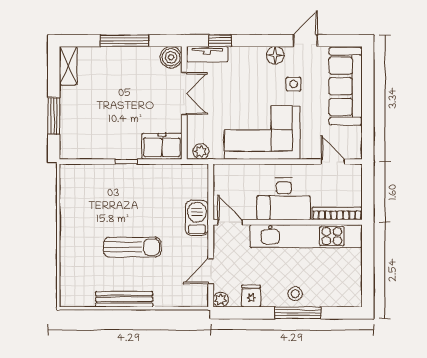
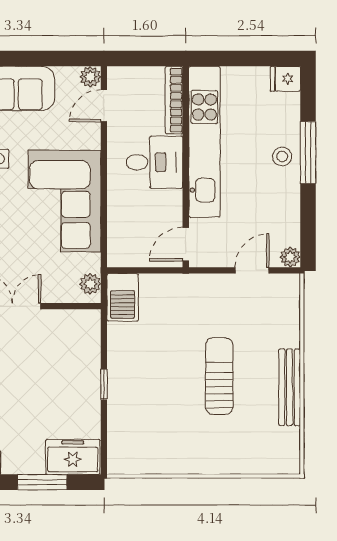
freezer: (162, 146) -> (73, 457), moved, turned 90
plant: (354, 152) -> (90, 77), added
desk: (284, 199) -> (154, 162), width x0.73
barbecue: (197, 218) -> (123, 297), moved, turned -90
door: (211, 271) -> (252, 270), swing flipped
fridge: (251, 296) -> (285, 79), moved

